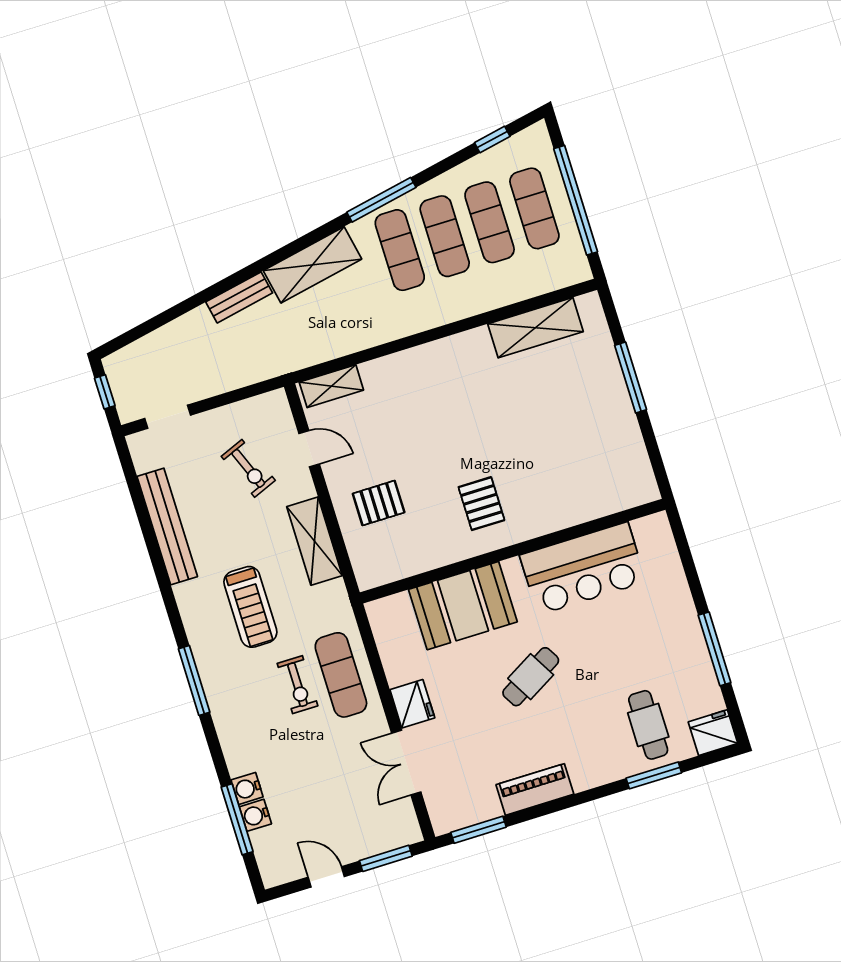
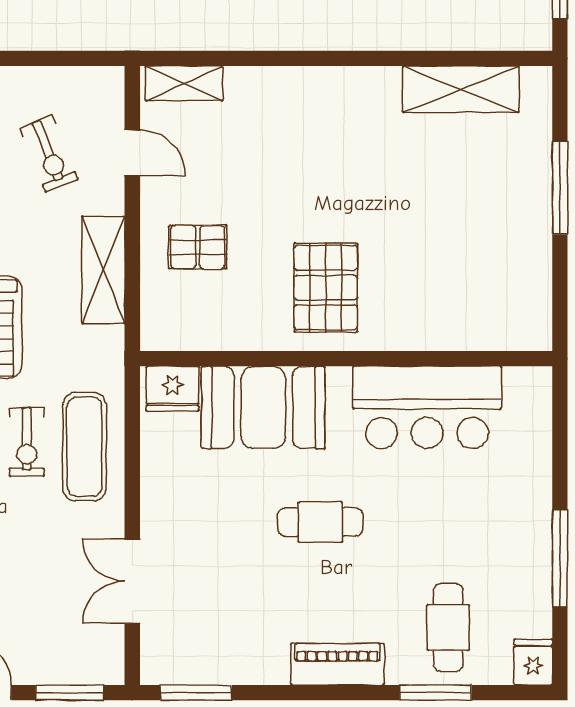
pallet: (481, 504) -> (326, 288), width x1.50, depth x1.42
cafe table: (531, 677) -> (320, 522), turned 30
fridge: (412, 704) -> (173, 389), moved, turned 90
fridge: (713, 733) -> (533, 662), width x0.72
piano: (535, 789) -> (337, 664), moved

